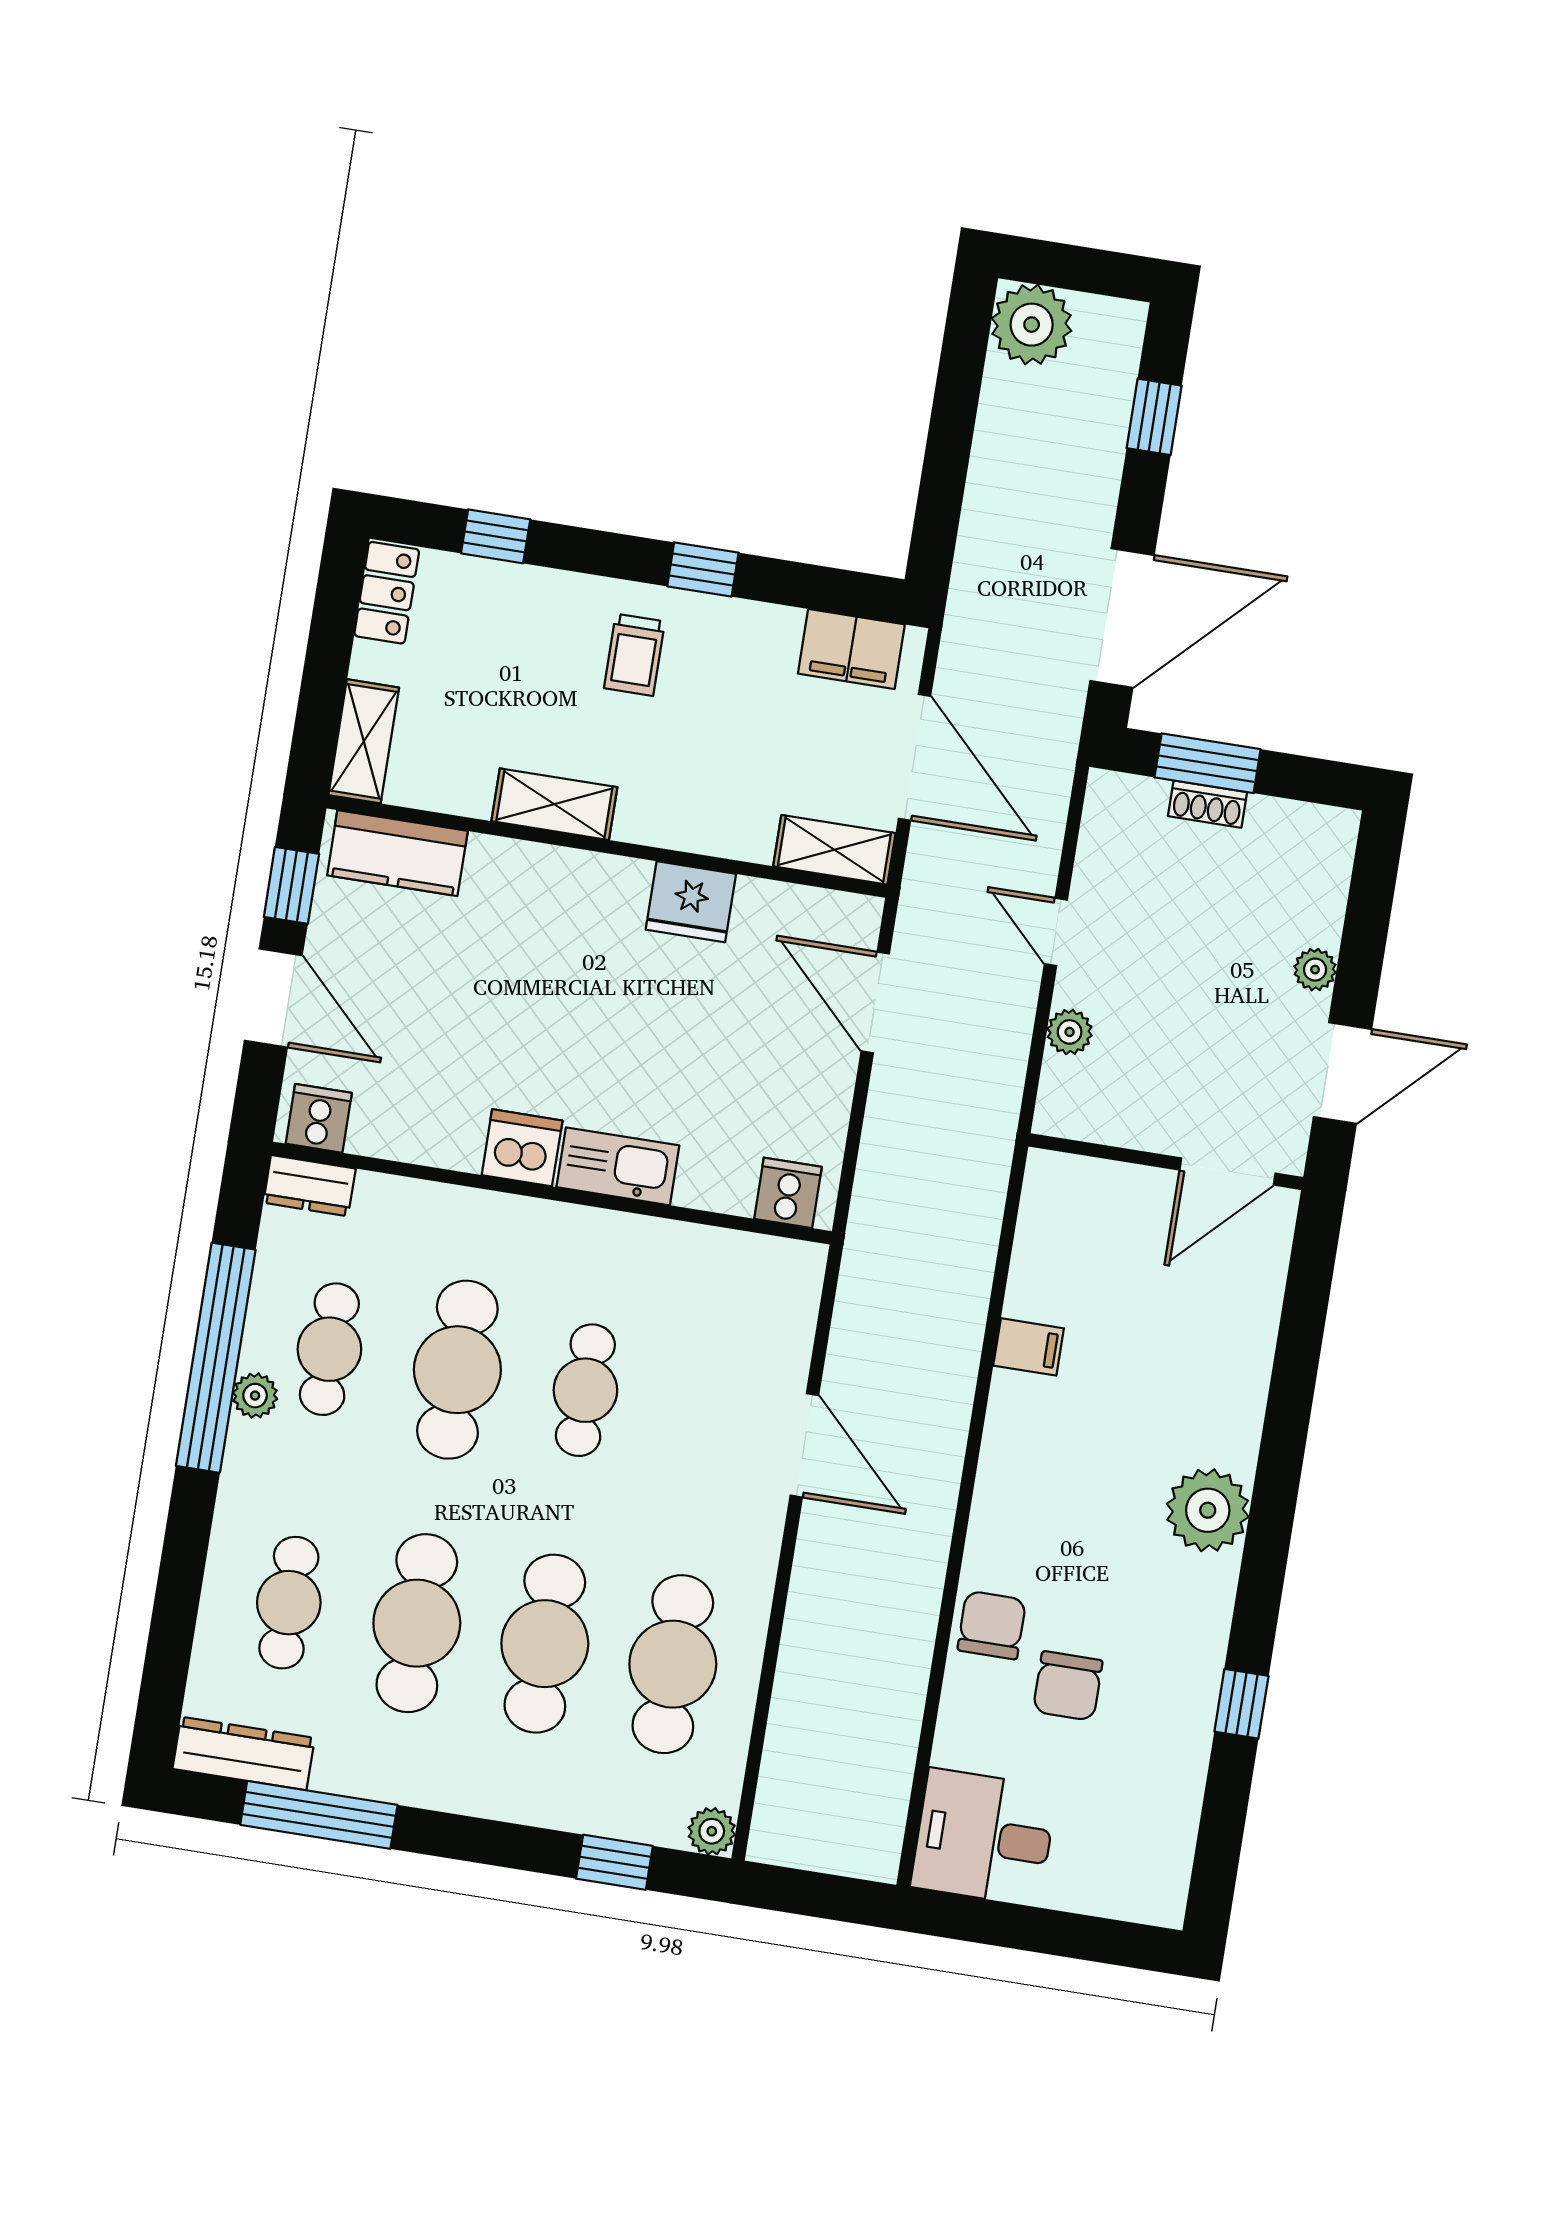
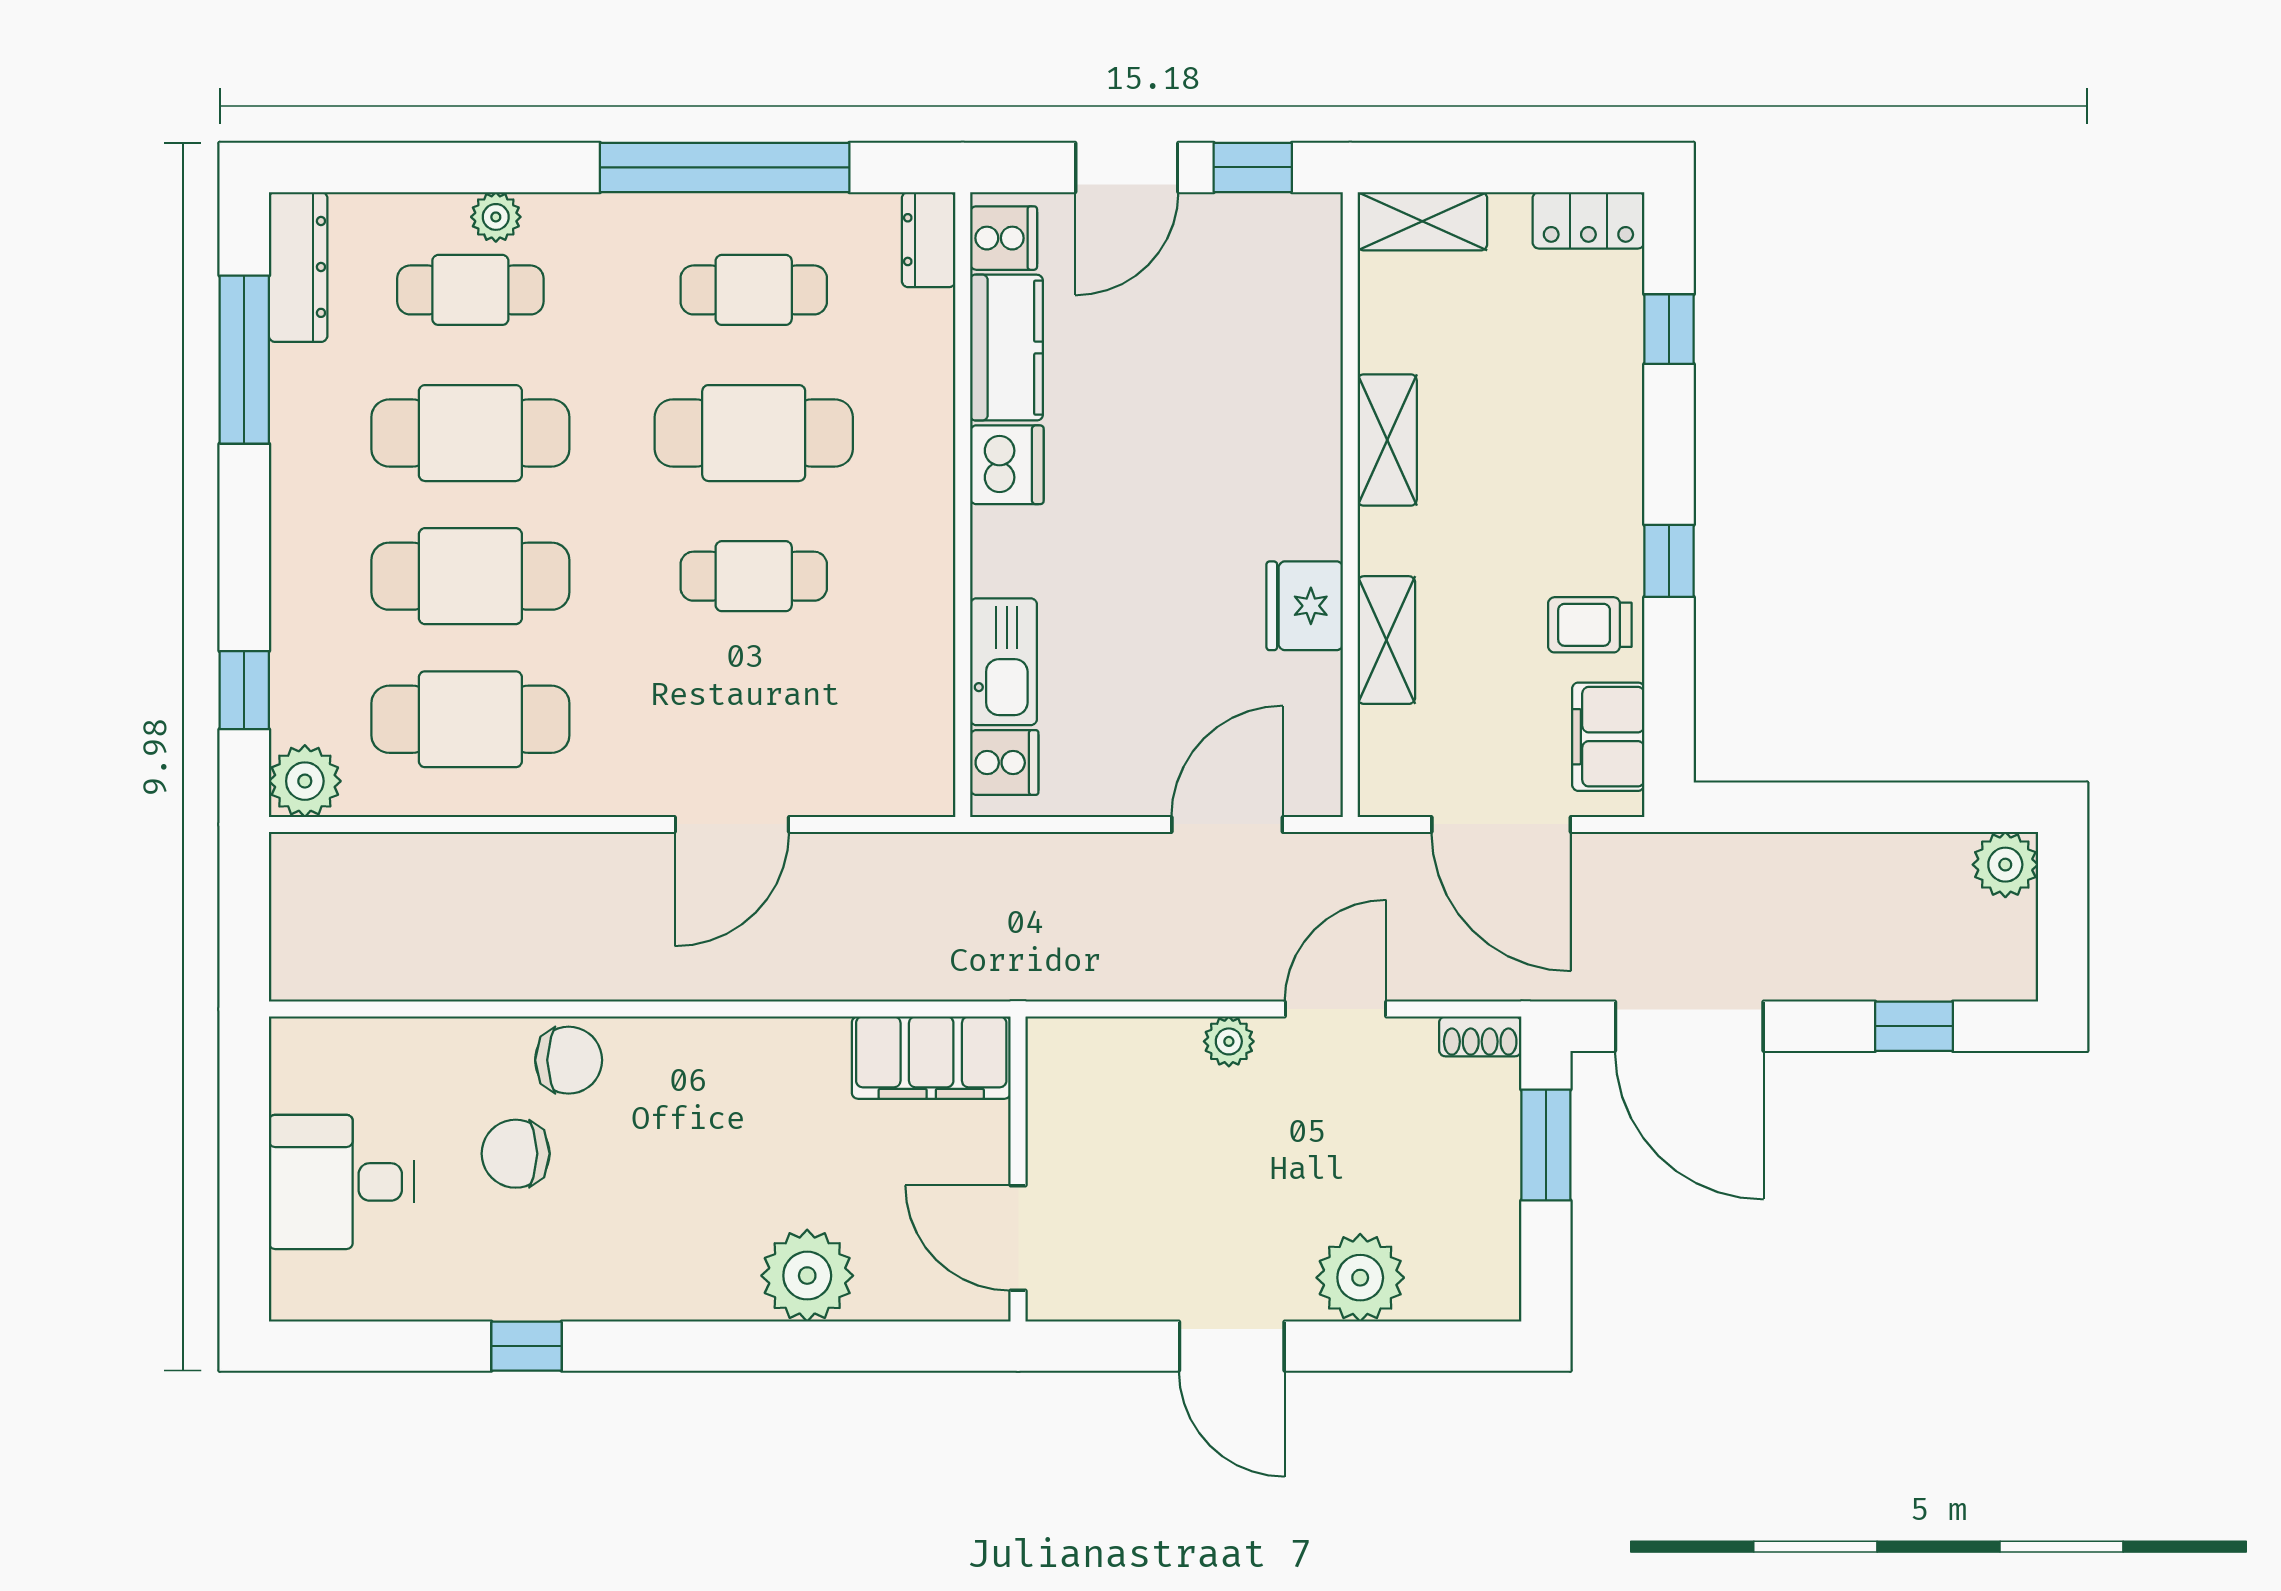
plant: (1032, 325) -> (2005, 865), width x0.73, depth x0.73
trolley: (634, 655) -> (1590, 625), moved
door: (915, 757) -> (1501, 824), hinge flipped
shoe rack: (1207, 804) -> (1480, 1036), moved, turned -90
shelving: (834, 850) -> (1386, 640), moved
kitchen counter: (397, 853) -> (1007, 348), moved, turned 180
door: (1056, 932) -> (1336, 1009), width x1.38
plant: (1315, 970) -> (1360, 1278), width x1.87, depth x1.87
wall: (1166, 1162) -> (1018, 1169), moved
kitchen sink: (618, 1166) -> (1004, 662), moved
door: (1228, 1172) -> (1018, 1238), moved
filing cabinet: (1029, 1347) -> (931, 1058), width x3.00, depth x1.17
plant: (255, 1396) -> (496, 217), moved
plant: (1208, 1510) -> (807, 1276), moved
plant: (712, 1831) -> (305, 781), width x1.38, depth x1.38
desk: (984, 1837) -> (341, 1182), moved, turned -90

